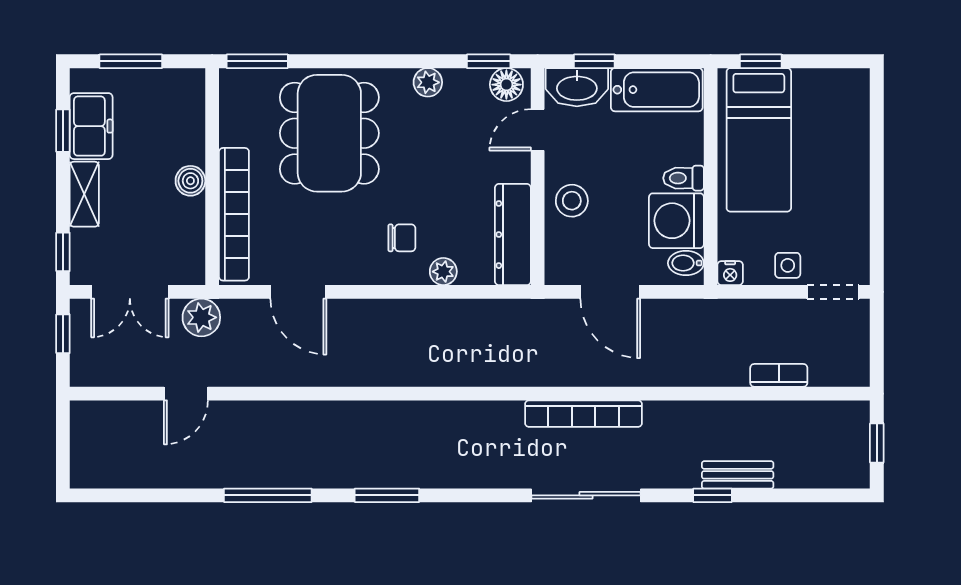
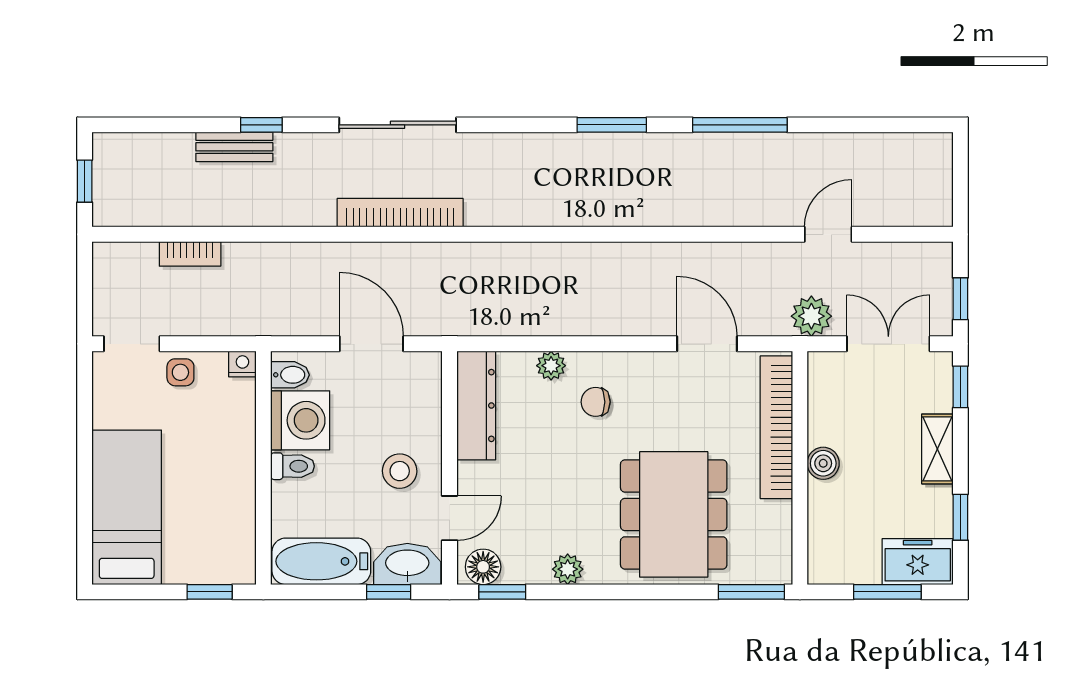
freezer: (91, 126) -> (918, 562), moved, turned 90
bed: (759, 140) -> (127, 507), moved
stool: (572, 201) -> (400, 471), moved

